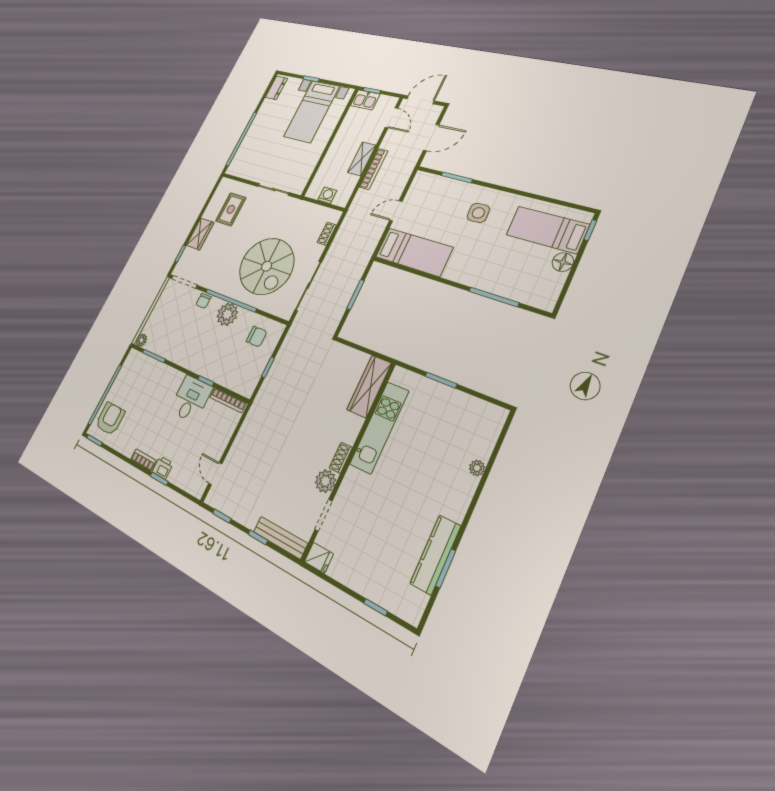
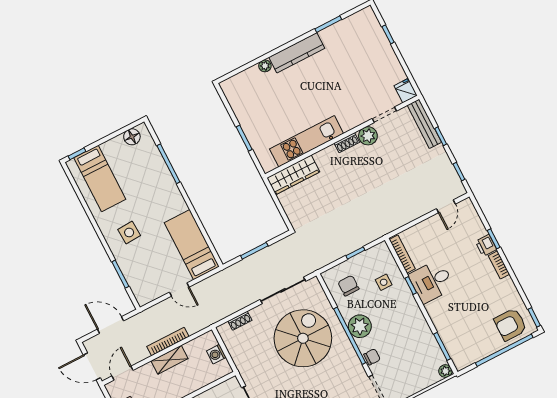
floor lamp: (563, 262) -> (132, 137), moved
side table: (229, 364) -> (384, 282), added
kitchen counter: (435, 555) -> (297, 53), moved

